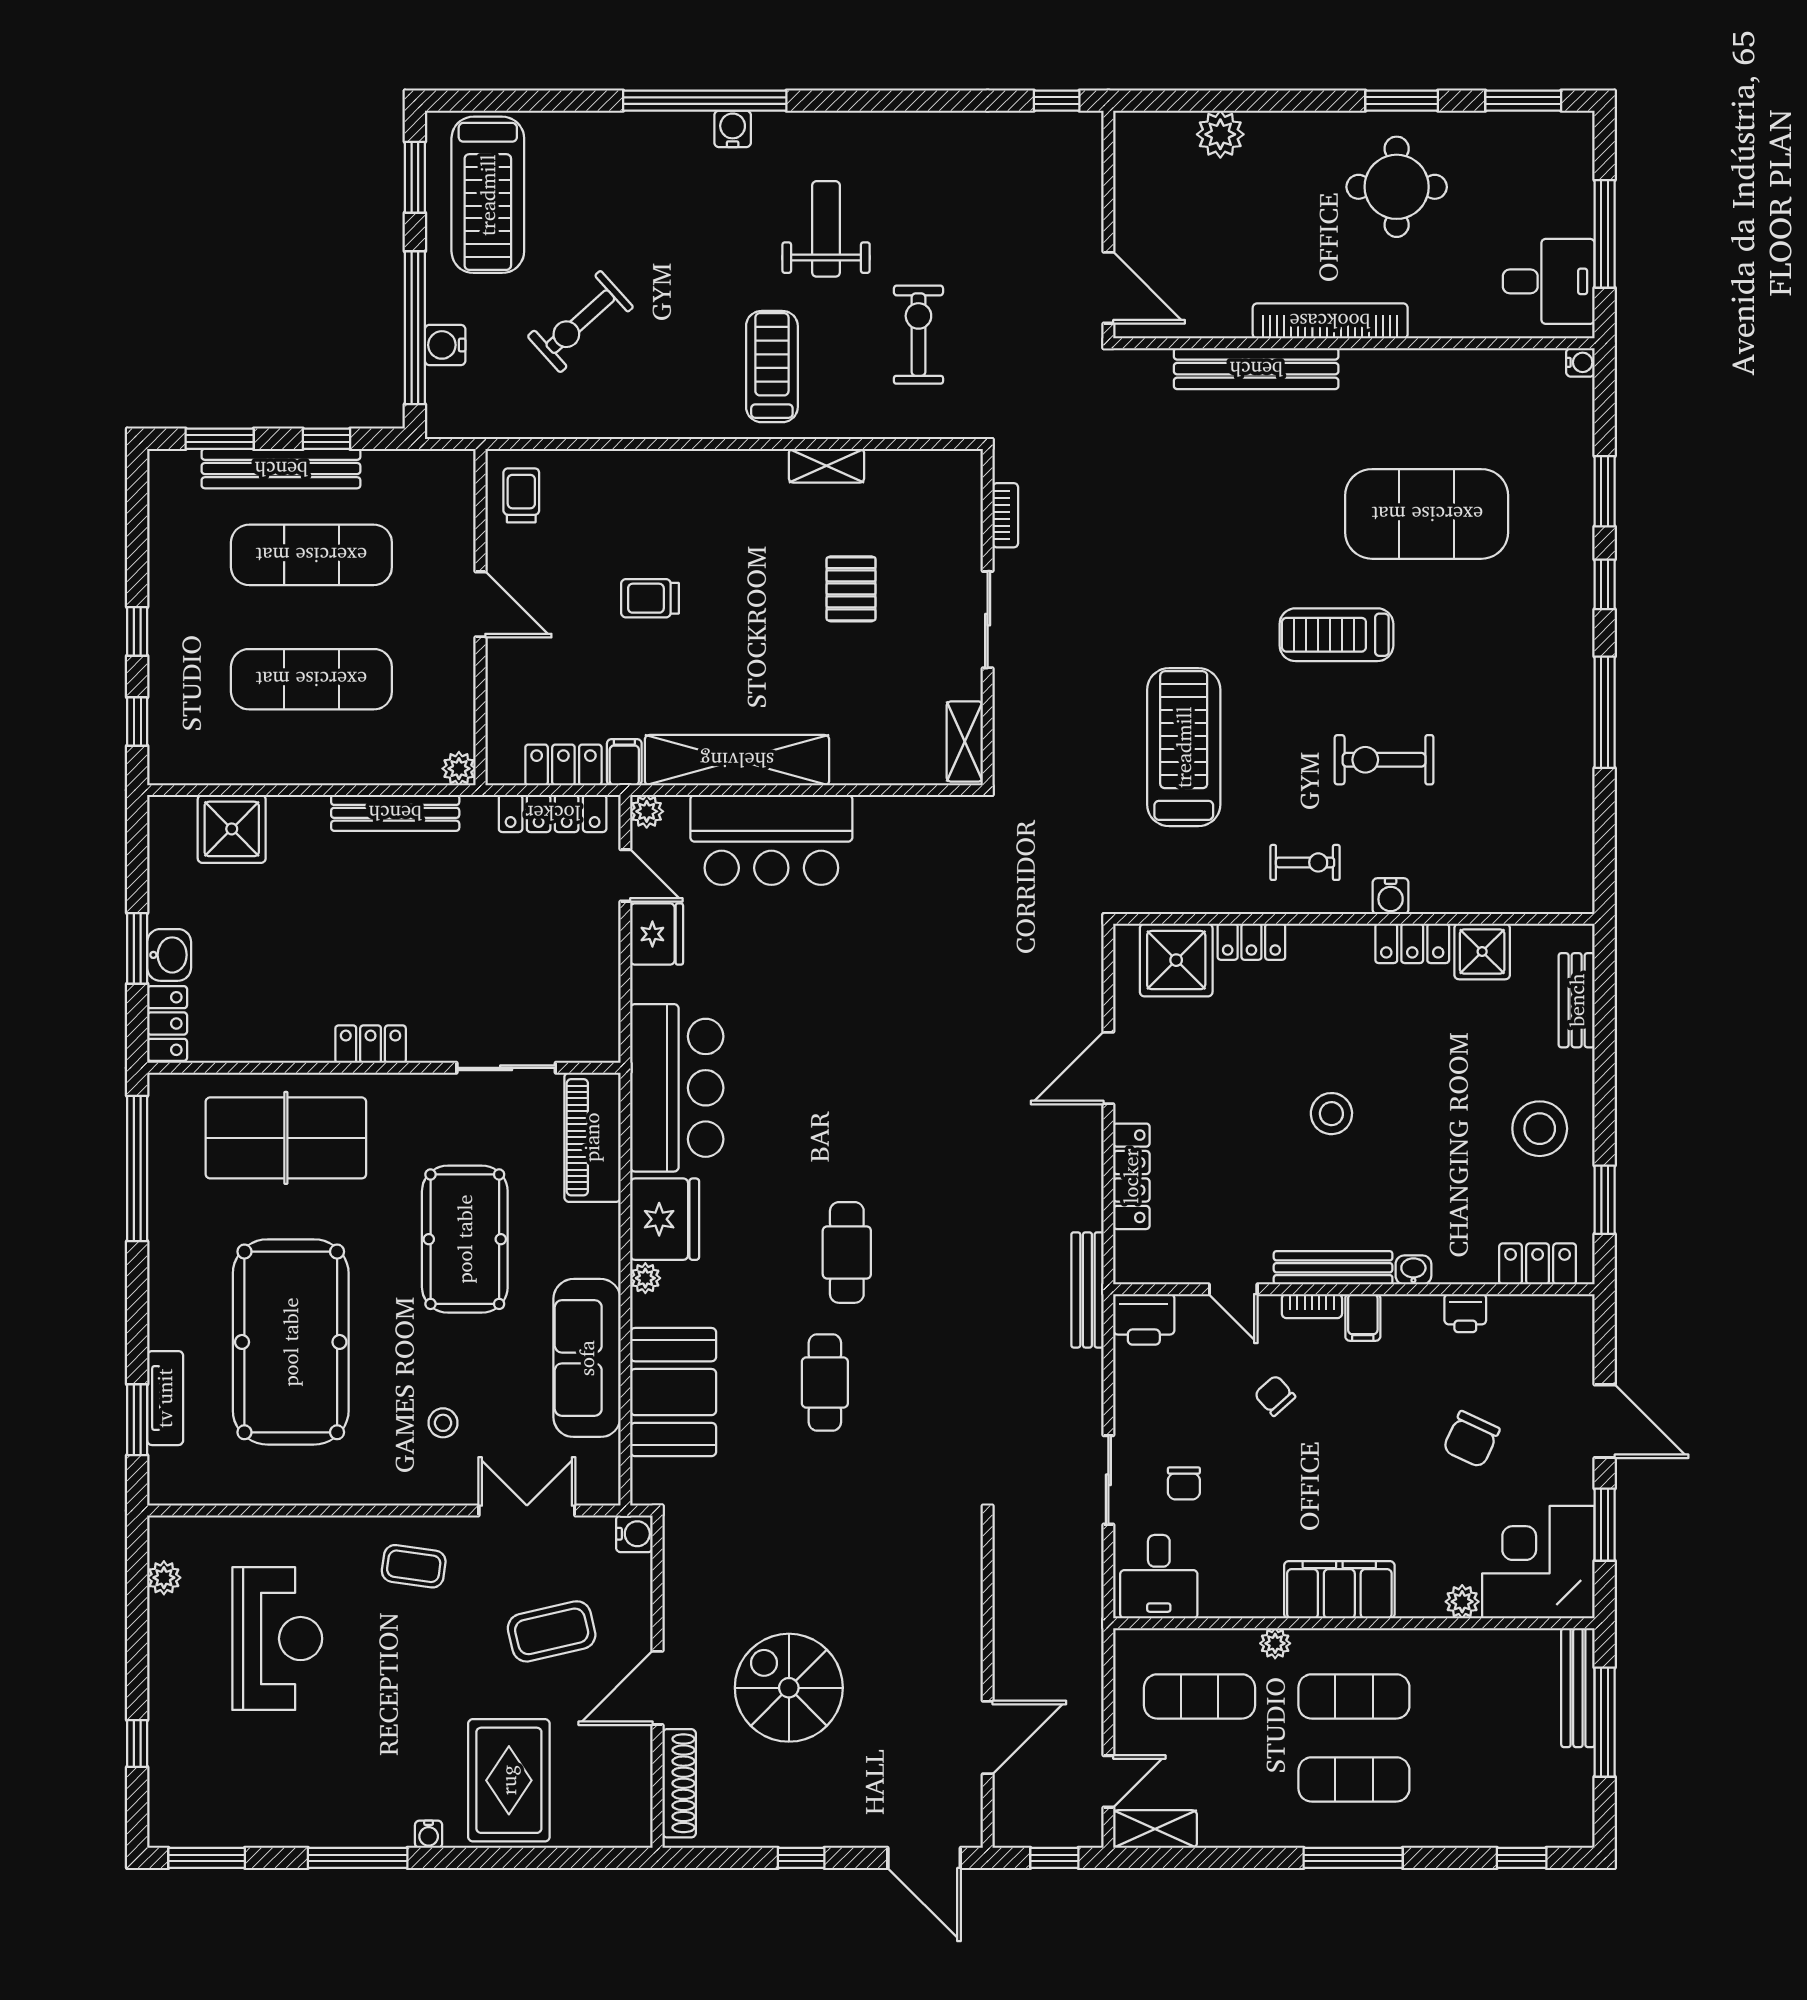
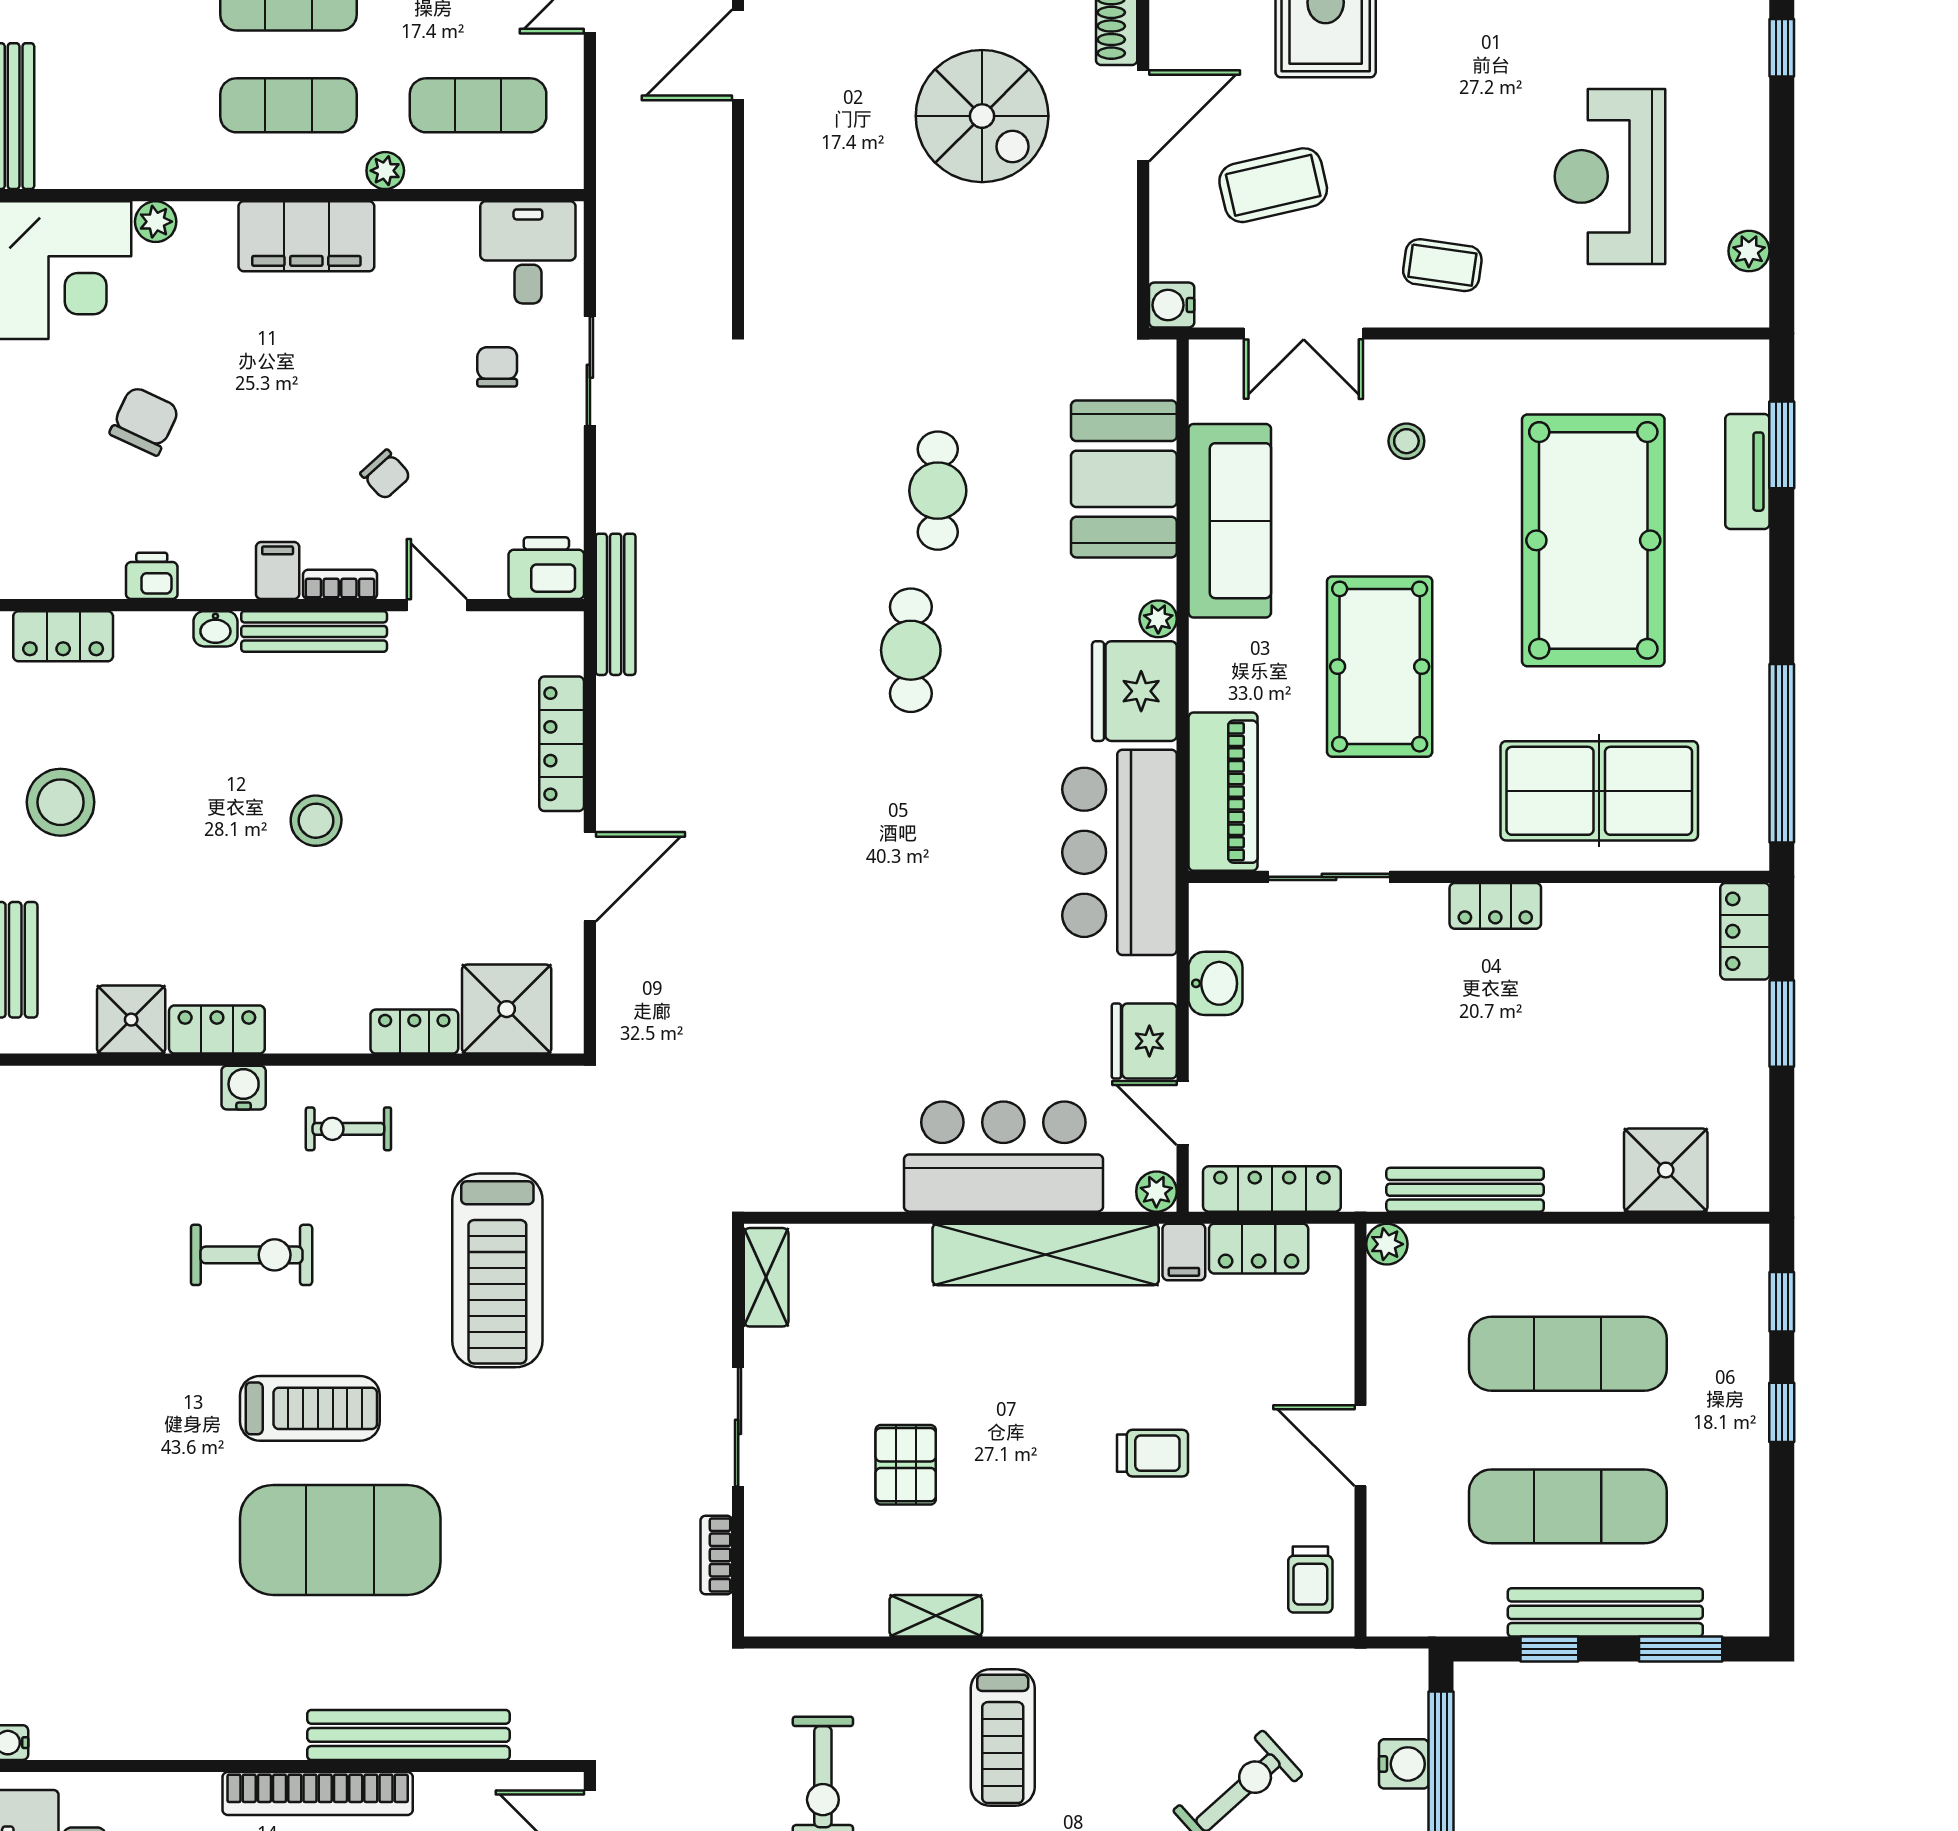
exercise mat: (1427, 514) -> (340, 1540), moved
washbasin: (169, 955) -> (1215, 983), moved, turned 180

